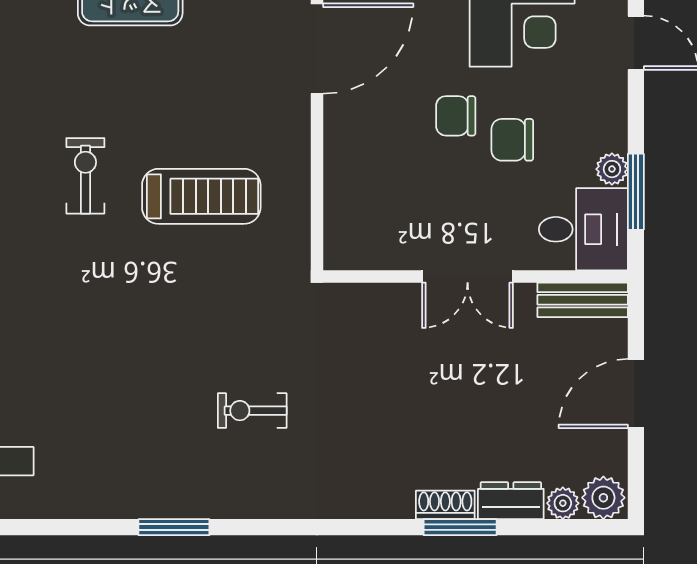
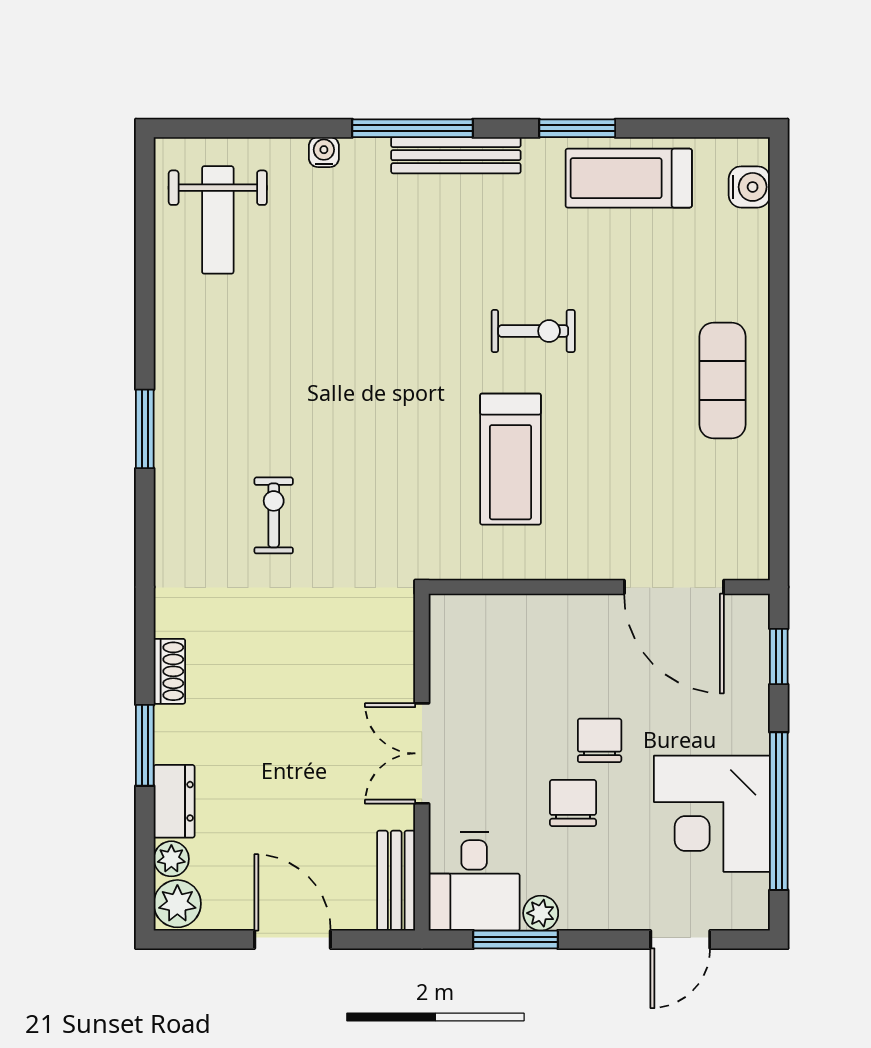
shoe rack: (445, 505) -> (169, 671), moved

